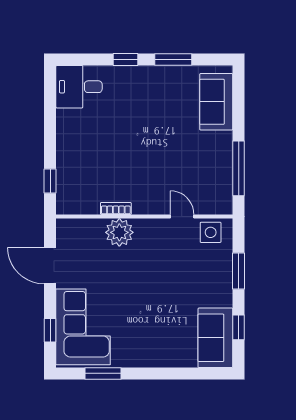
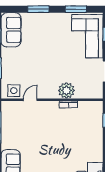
door: (182, 216) -> (30, 100), swing flipped
window: (168, 373) -> (38, 9), added

